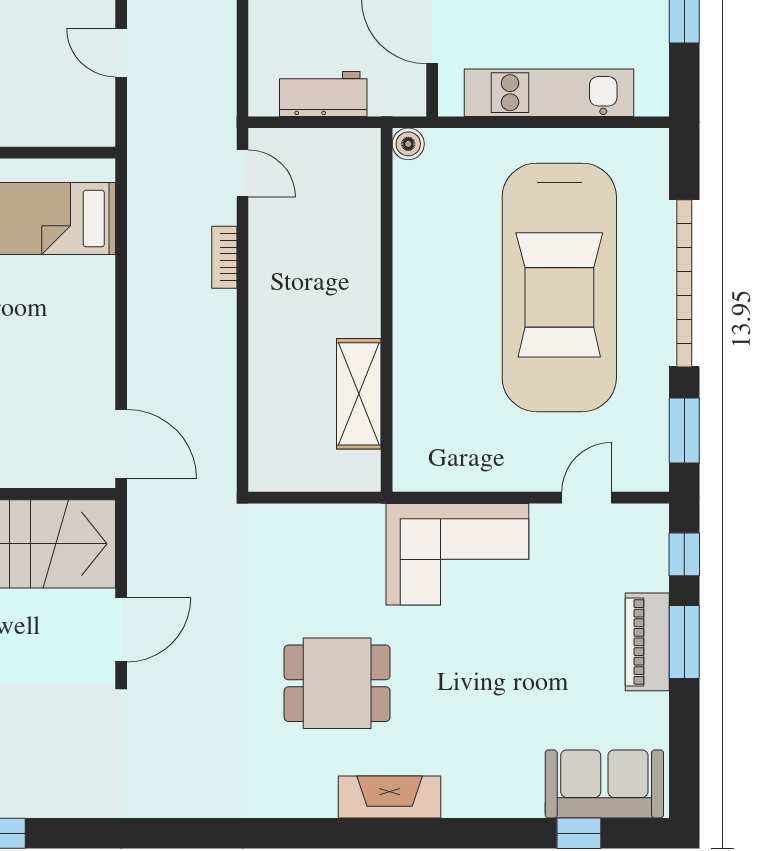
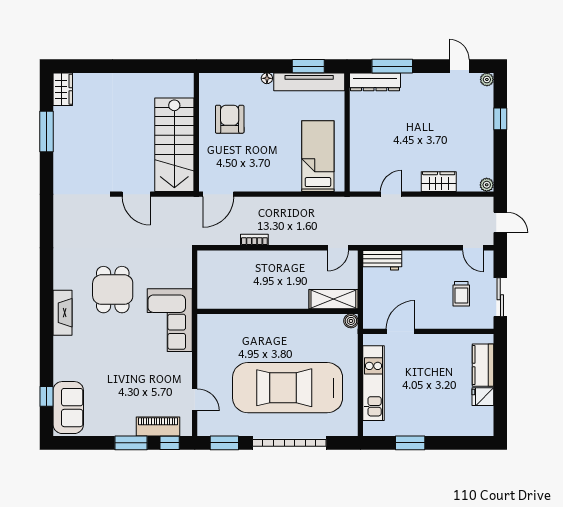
workbench: (323, 94) -> (382, 260), moved, turned 90
bookcase: (224, 257) -> (254, 240), moved
shelving: (359, 394) -> (333, 299), moved
corner sofa: (457, 554) -> (170, 320), moved
piano: (647, 642) -> (158, 426), moved

